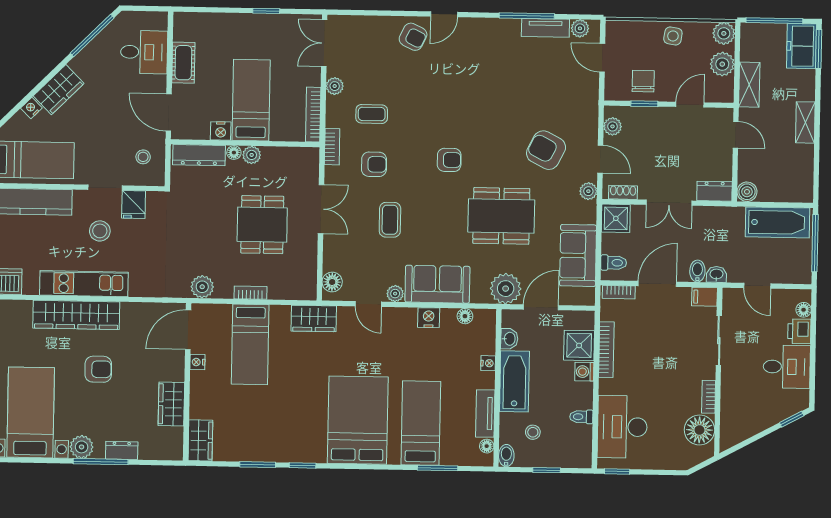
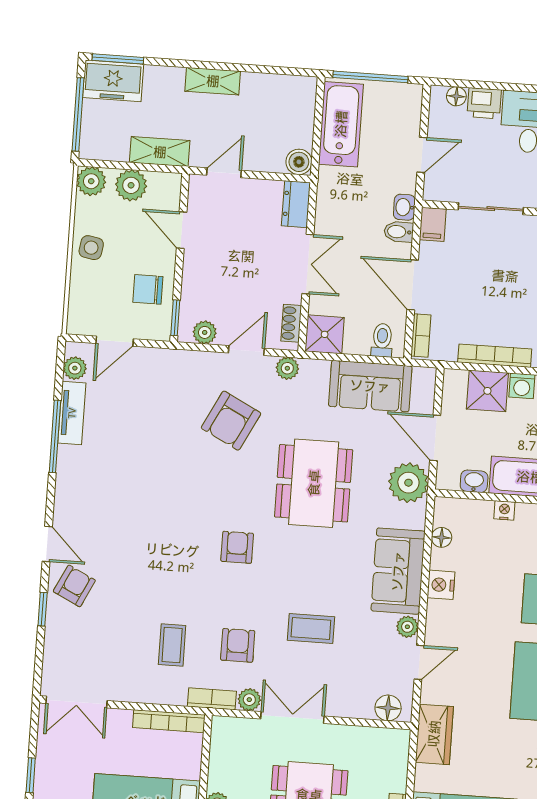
window: (394, 13) -> (43, 609), added
plant: (335, 86) -> (249, 700), moved
window: (644, 104) -> (175, 318), moved

